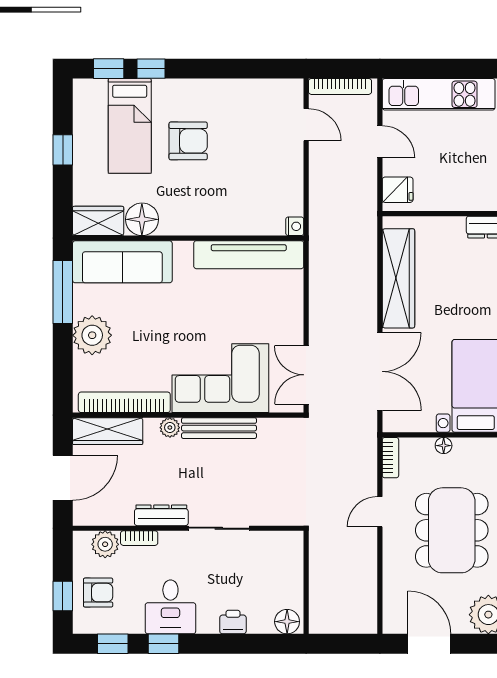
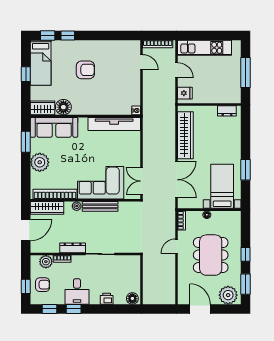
bed: (130, 126) -> (41, 63), moved
window: (63, 292) -> (26, 142), width x0.69

